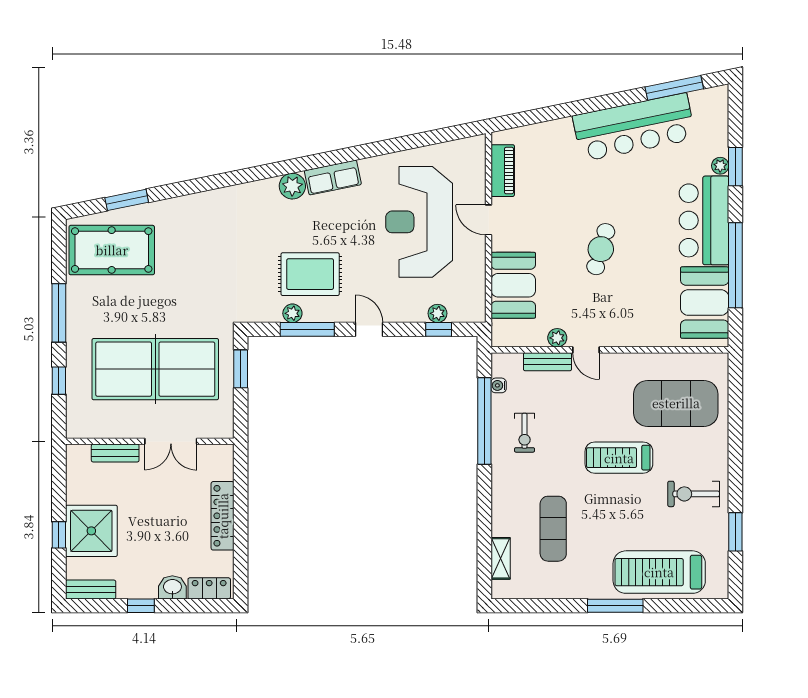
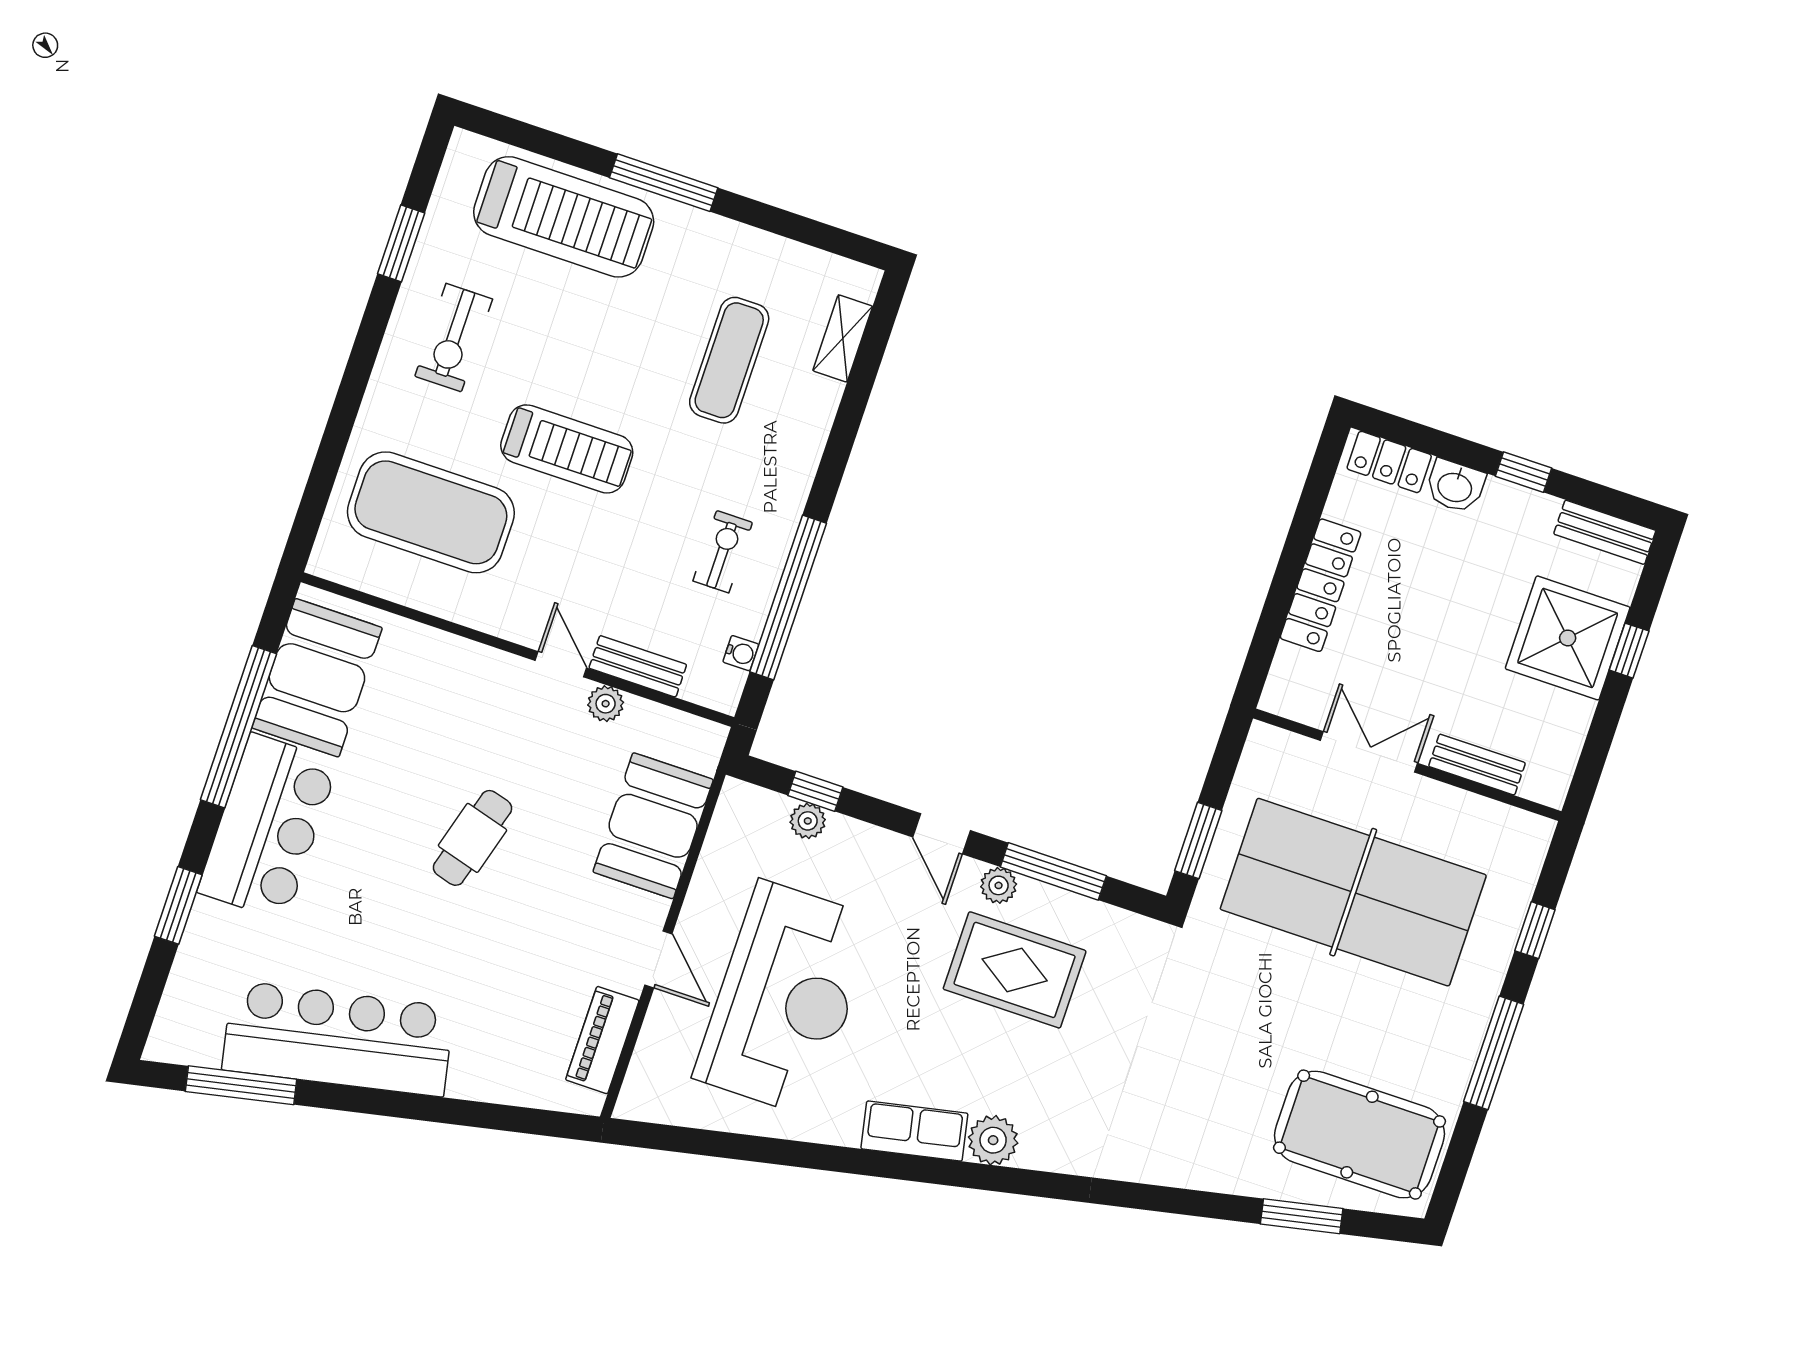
plant: (720, 166) -> (205, 916), removed
plant: (292, 313) -> (999, 885), moved
exercise bike: (694, 494) -> (454, 338), turned 90

